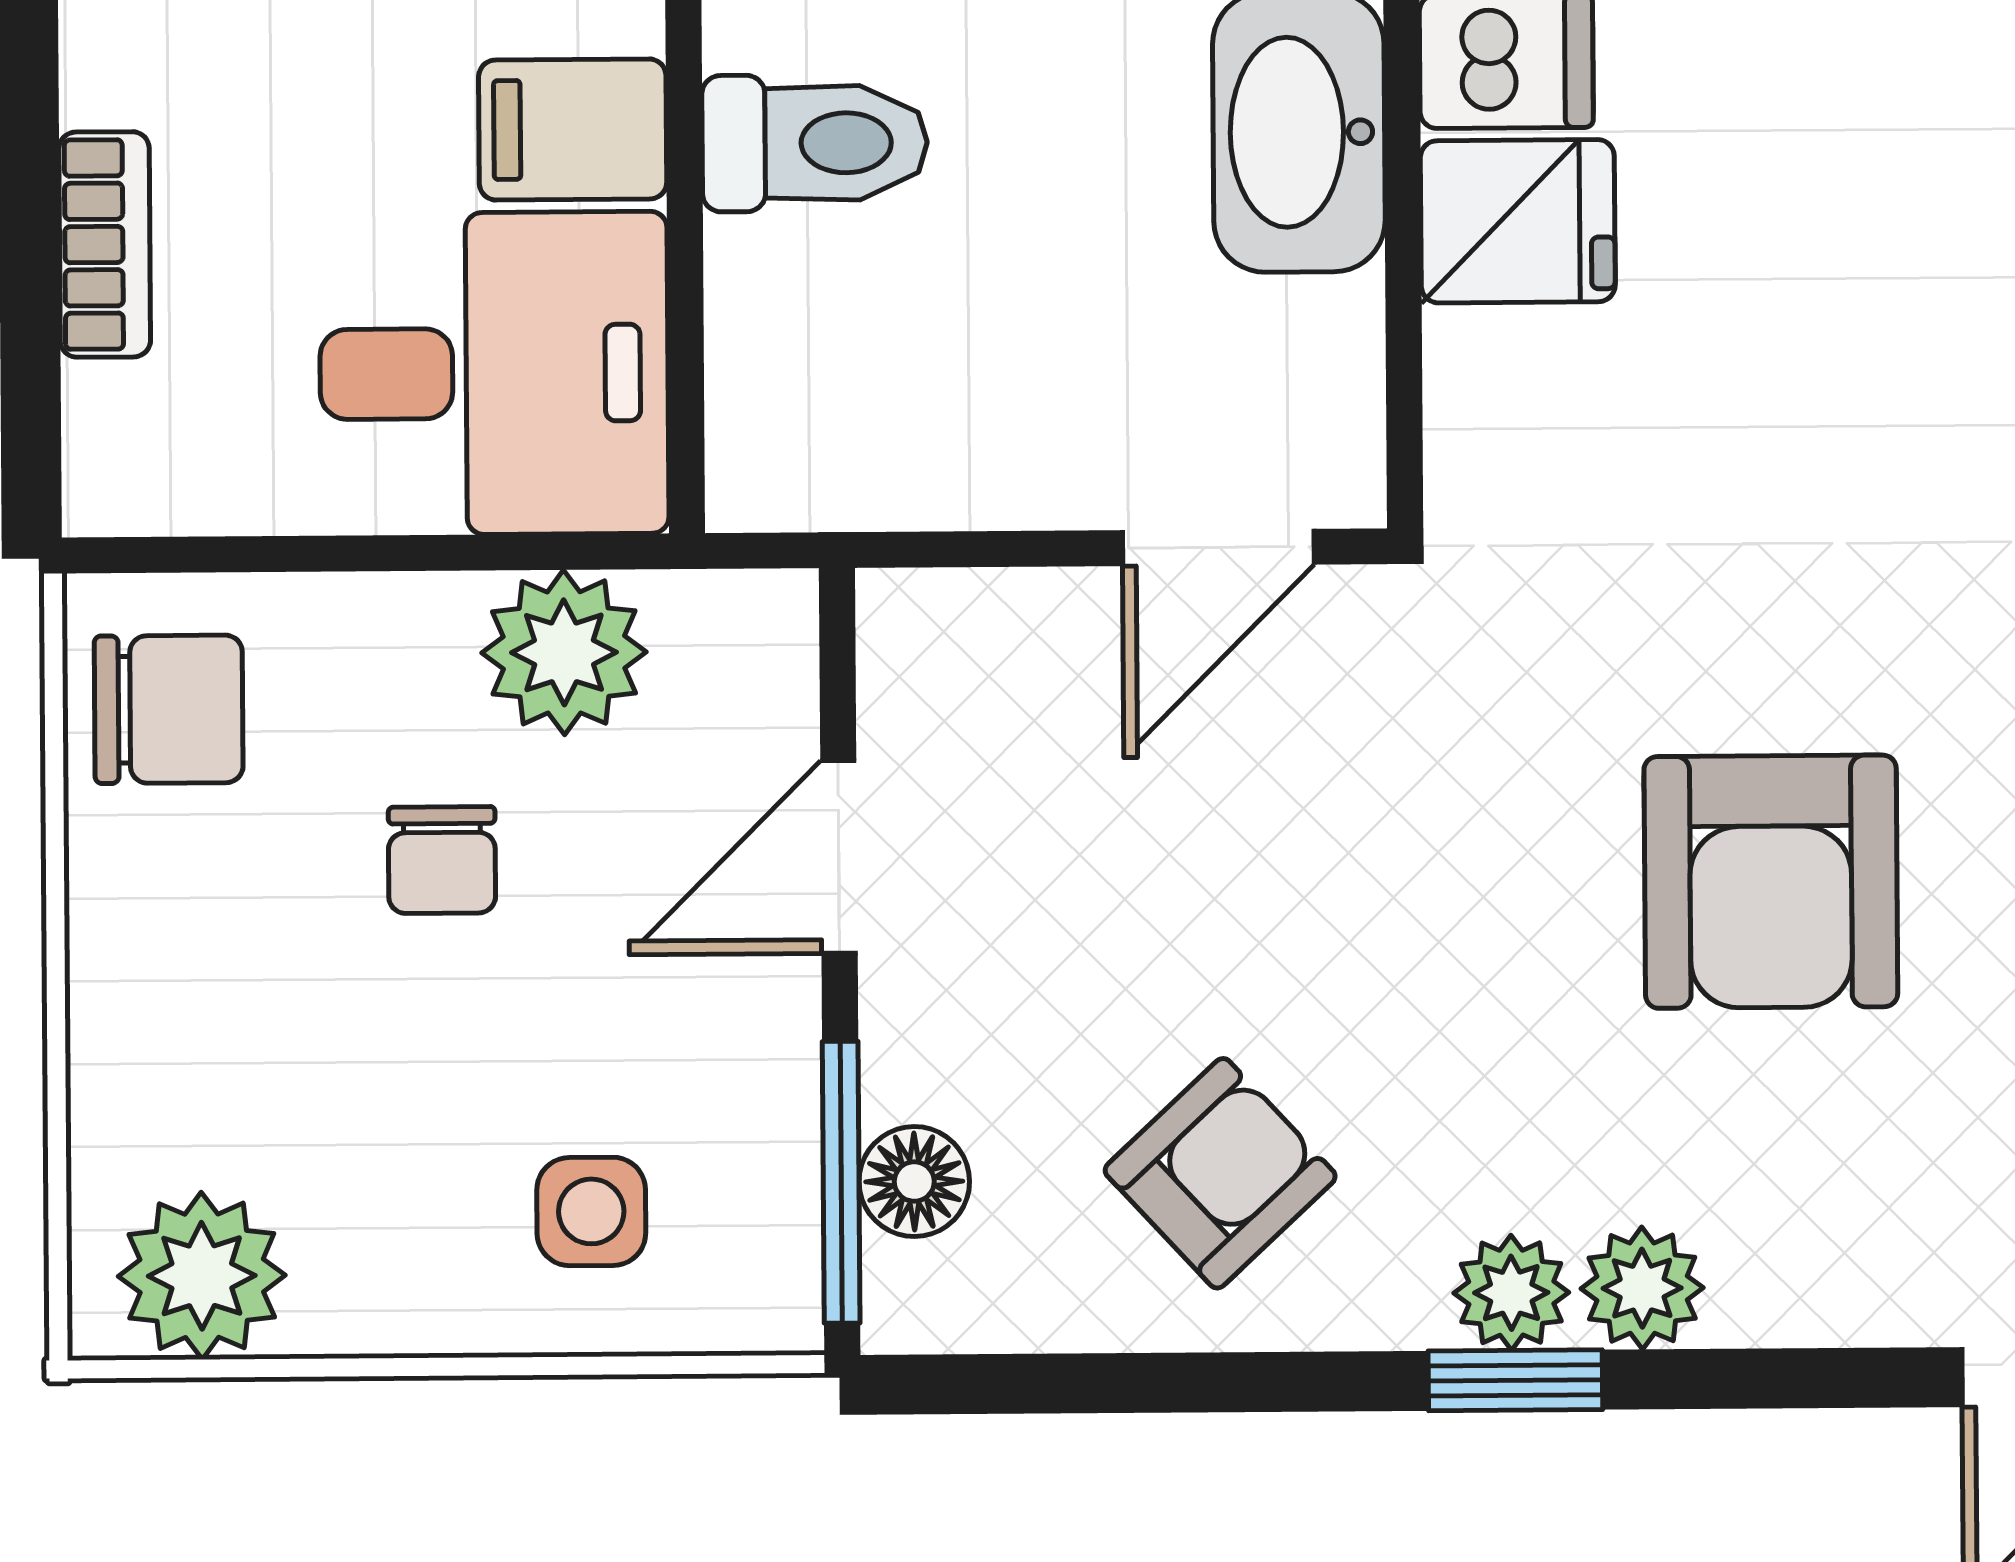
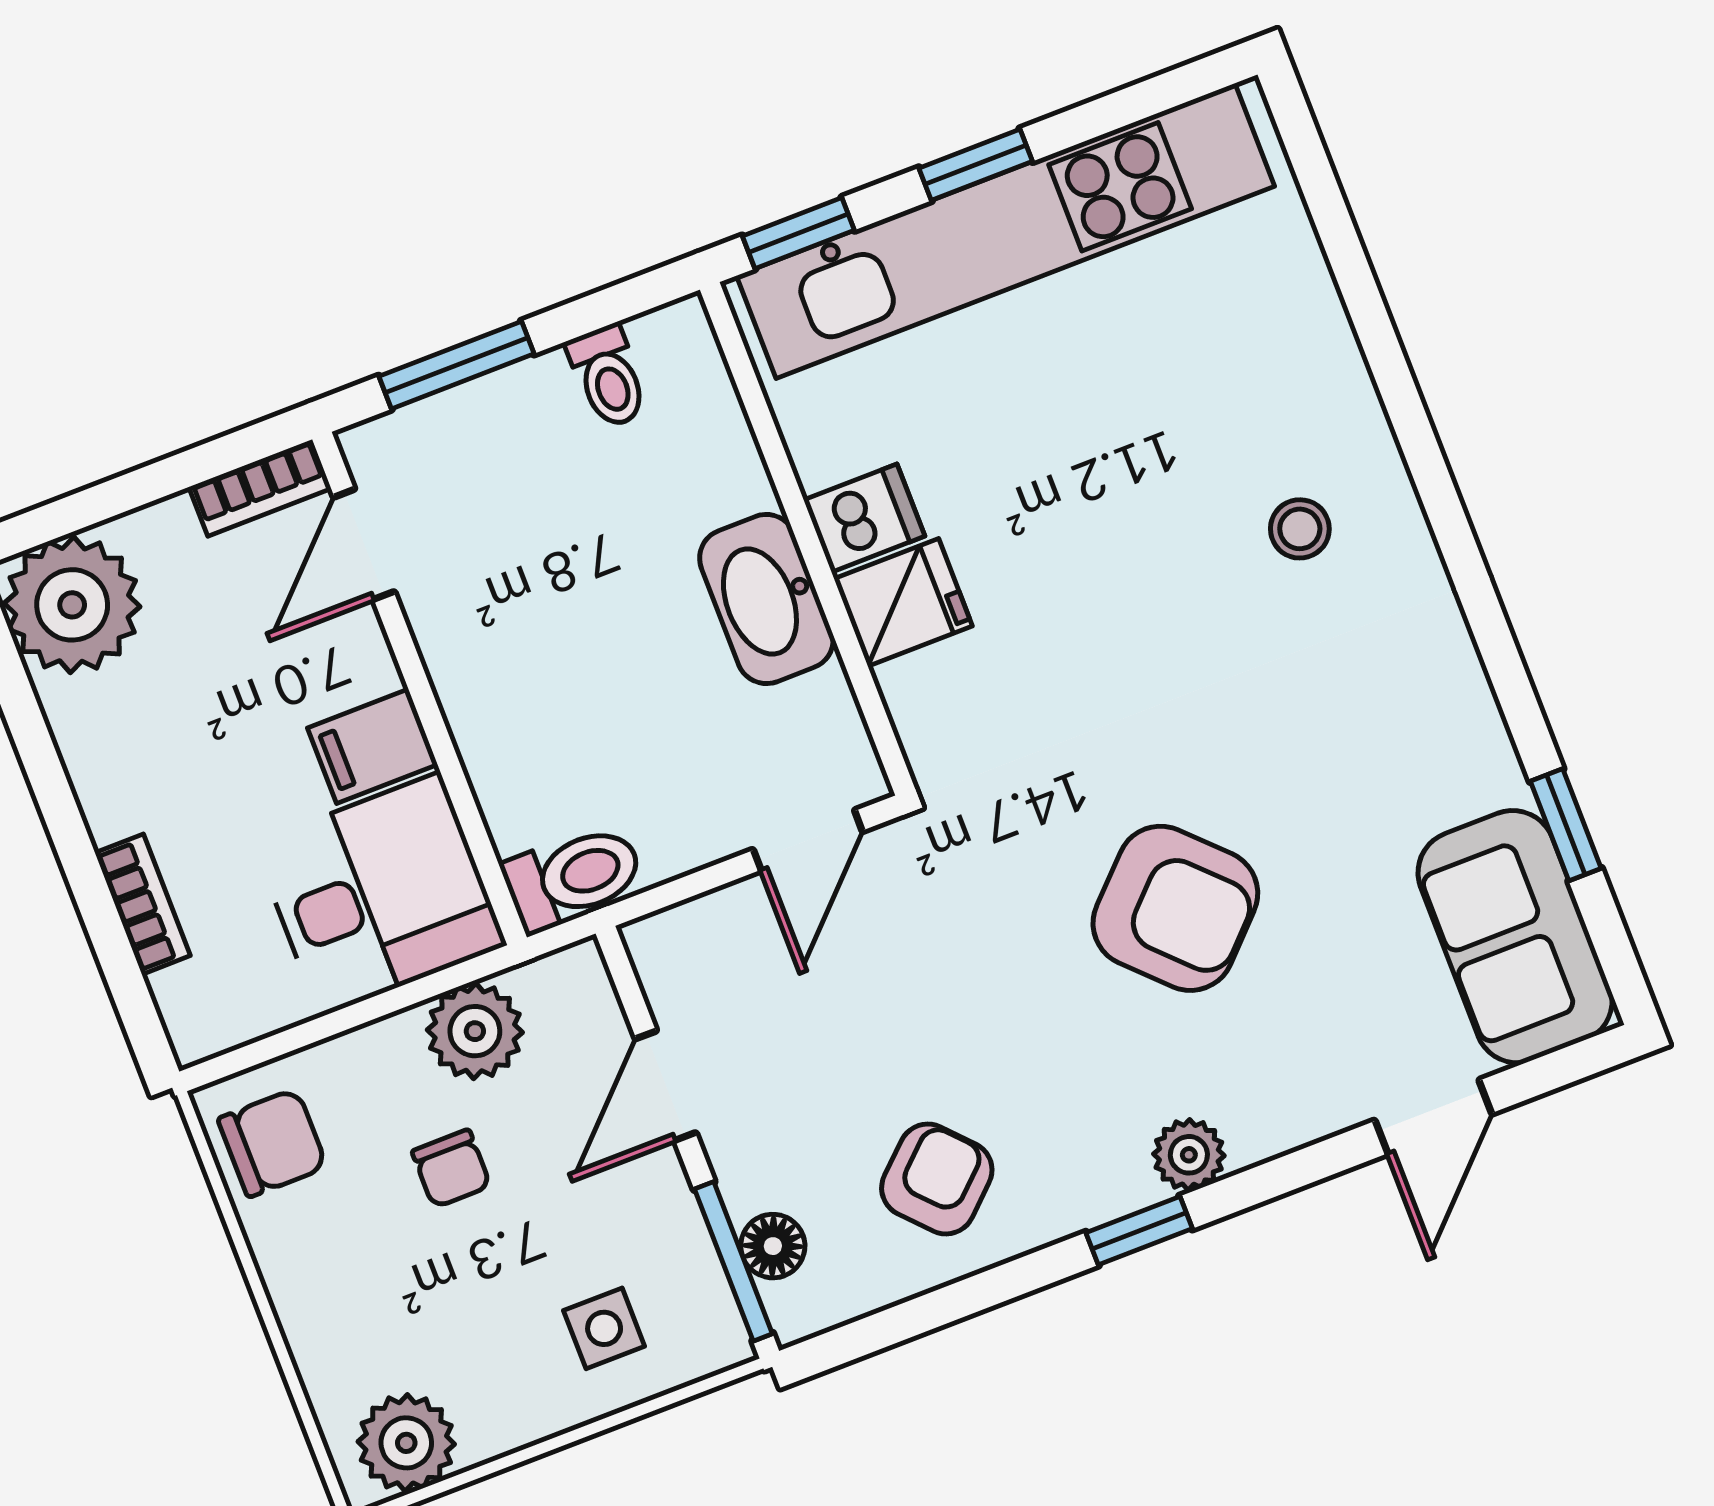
toilet: (815, 143) -> (573, 877), moved
armchair: (1771, 882) -> (1175, 908), turned -45
plant: (1511, 1293) -> (1119, 1184), removed

